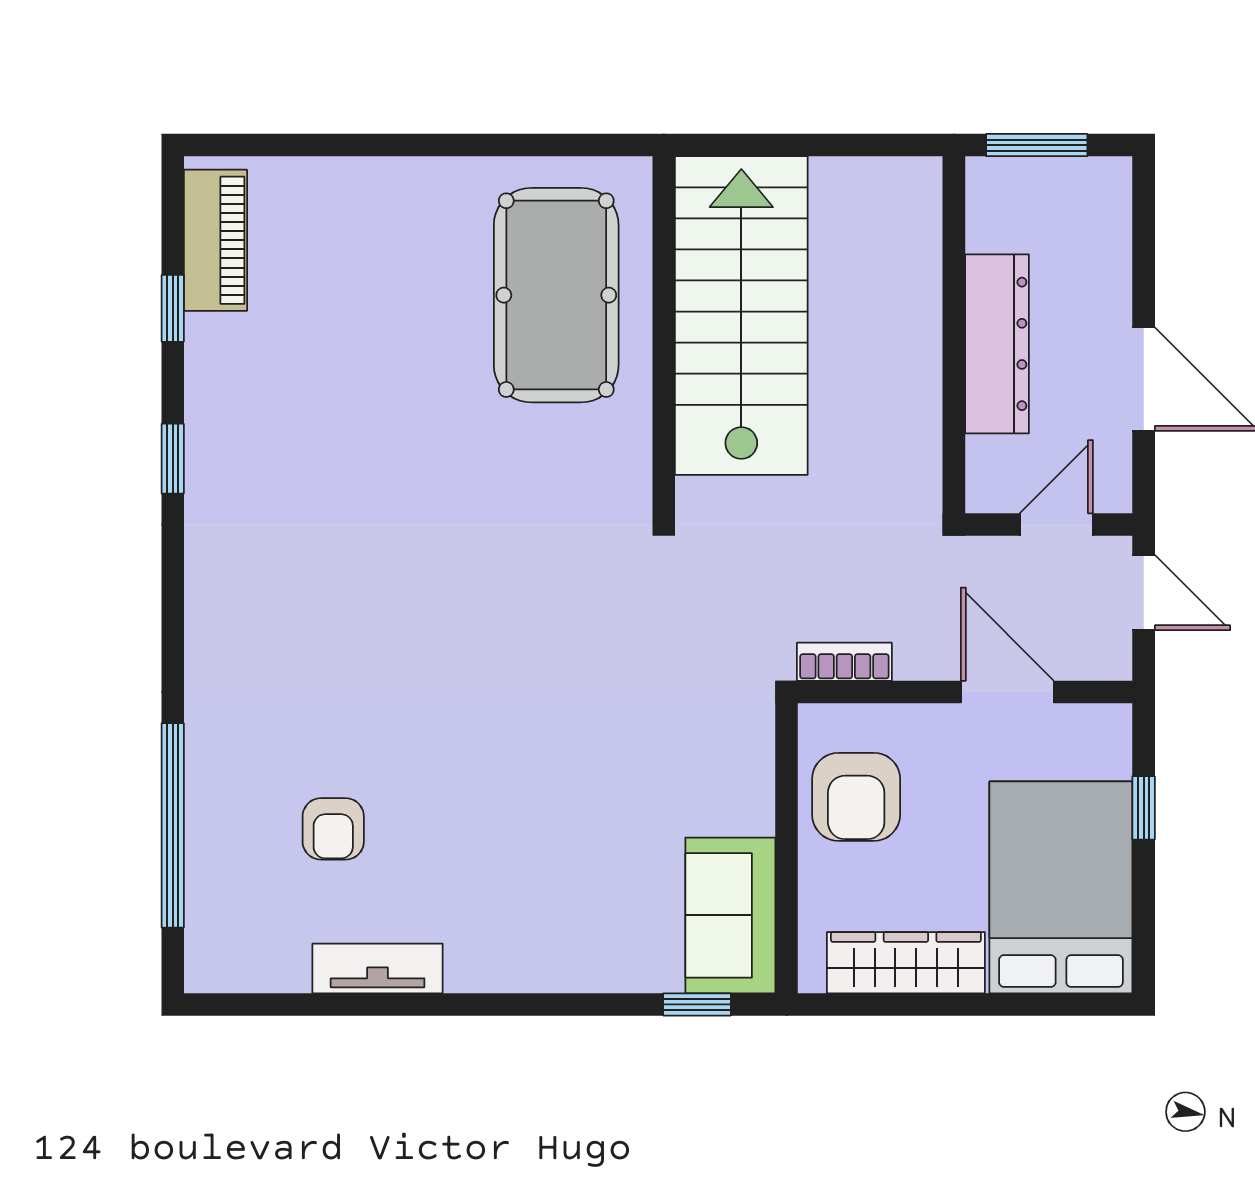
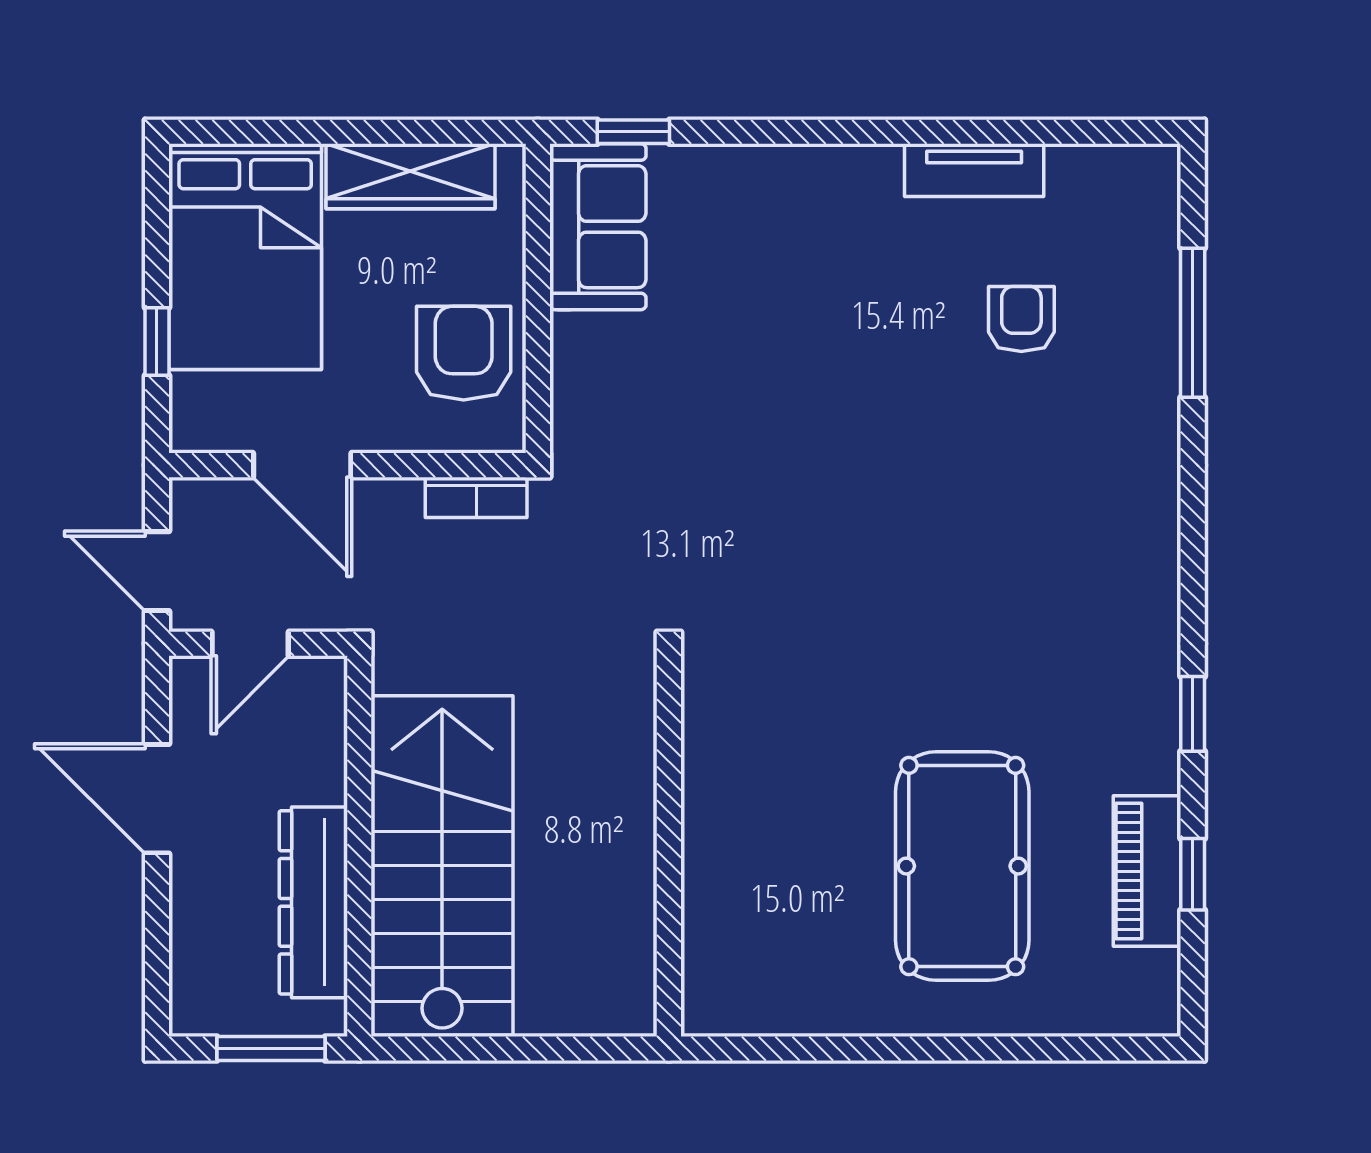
piano: (215, 240) -> (1147, 871), moved
pool table: (556, 295) -> (962, 866), moved
stairs: (741, 316) -> (442, 865), moved, turned 180
dresser: (997, 344) -> (313, 902), moved
window: (173, 825) -> (1193, 323), width x0.68

